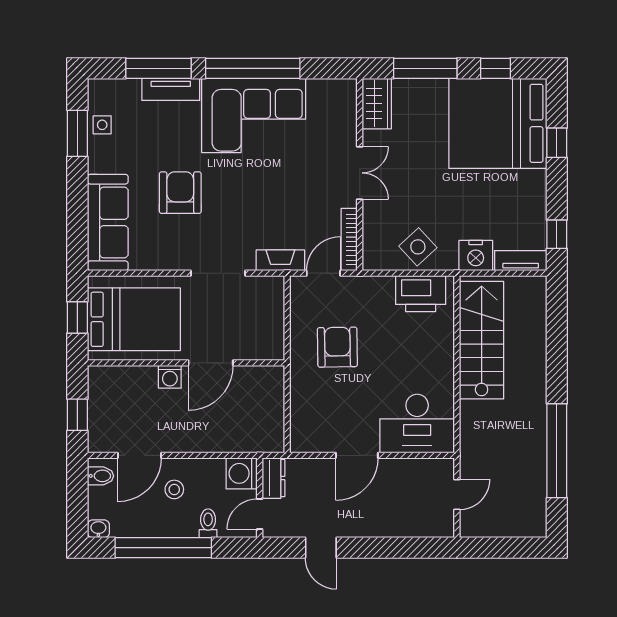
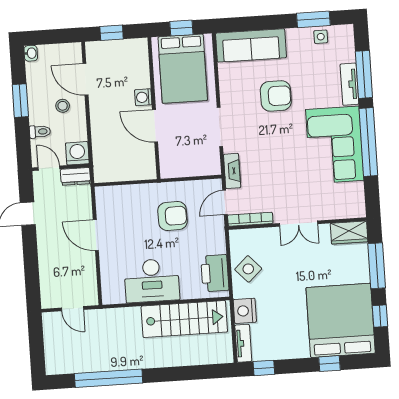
door: (323, 273) -> (225, 202), swing flipped
desk: (417, 424) -> (152, 281), moved, turned -90
bidet: (101, 476) -> (69, 52), removed
window: (163, 548) -> (20, 101), width x0.47

